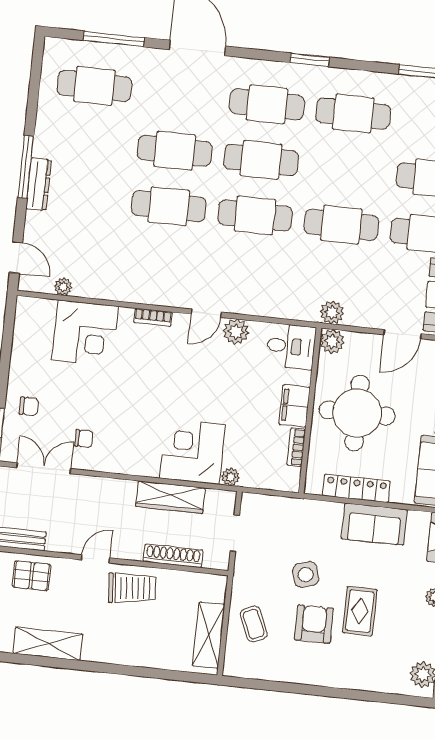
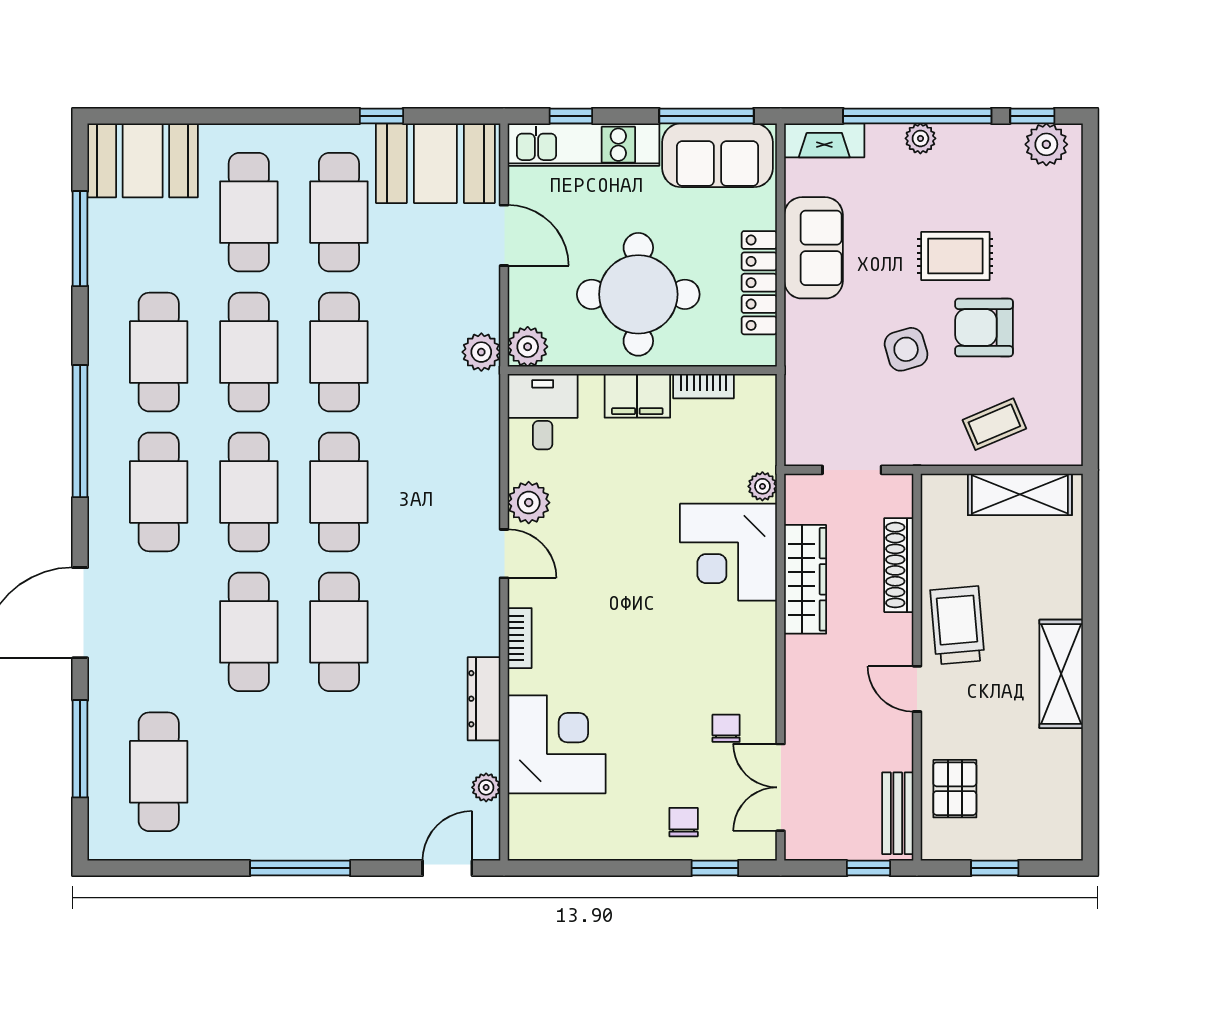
window: (310, 60) -> (80, 431), width x2.11
cafe table: (347, 169) -> (249, 352), added
dresser: (39, 184) -> (484, 699), moved, turned -90
shelving: (48, 644) -> (1061, 674), moved

